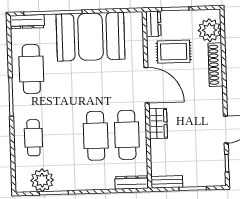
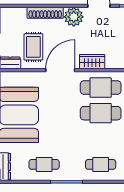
plant: (210, 30) -> (74, 17), moved
cafe table: (31, 69) -> (44, 164), width x0.73, depth x0.74

